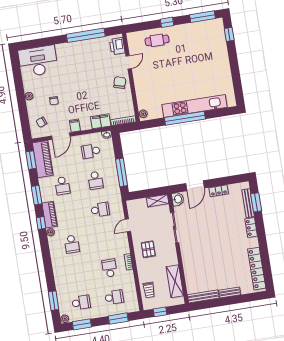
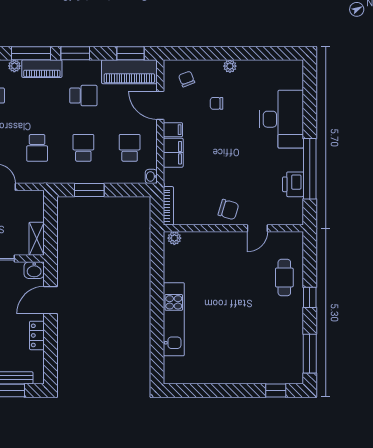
printer: (117, 46) -> (293, 184), moved, turned -90
desk: (38, 61) -> (282, 119), moved
door: (129, 62) -> (257, 228), hinge flipped
kitchen unit: (195, 106) -> (174, 319), width x0.73
window: (185, 118) -> (157, 301), removed
filing cabinet: (101, 121) -> (173, 153), moved
window: (122, 172) -> (89, 190), width x0.69
school desk: (95, 180) -> (83, 148), turned 90
school desk: (62, 186) -> (83, 96), turned 180
door: (195, 186) -> (51, 300), hinge flipped
window: (41, 223) -> (31, 53), width x2.17

